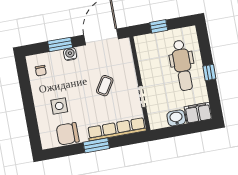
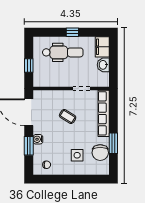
window: (96, 145) -> (113, 143), moved

